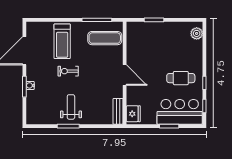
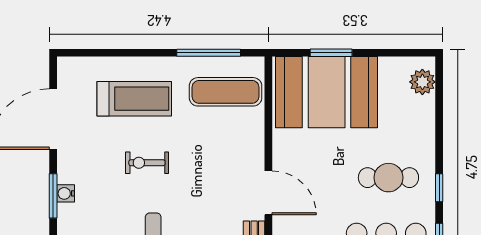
booth: (152, 38) -> (327, 92), added
treadmill: (62, 41) -> (134, 99), turned -90
door: (125, 75) -> (268, 193), moved

